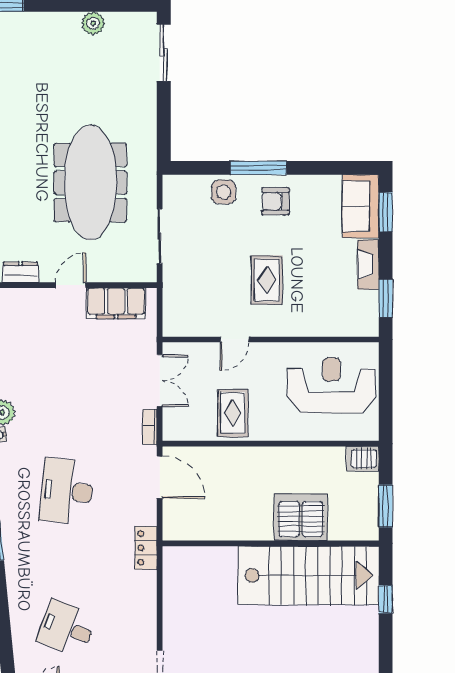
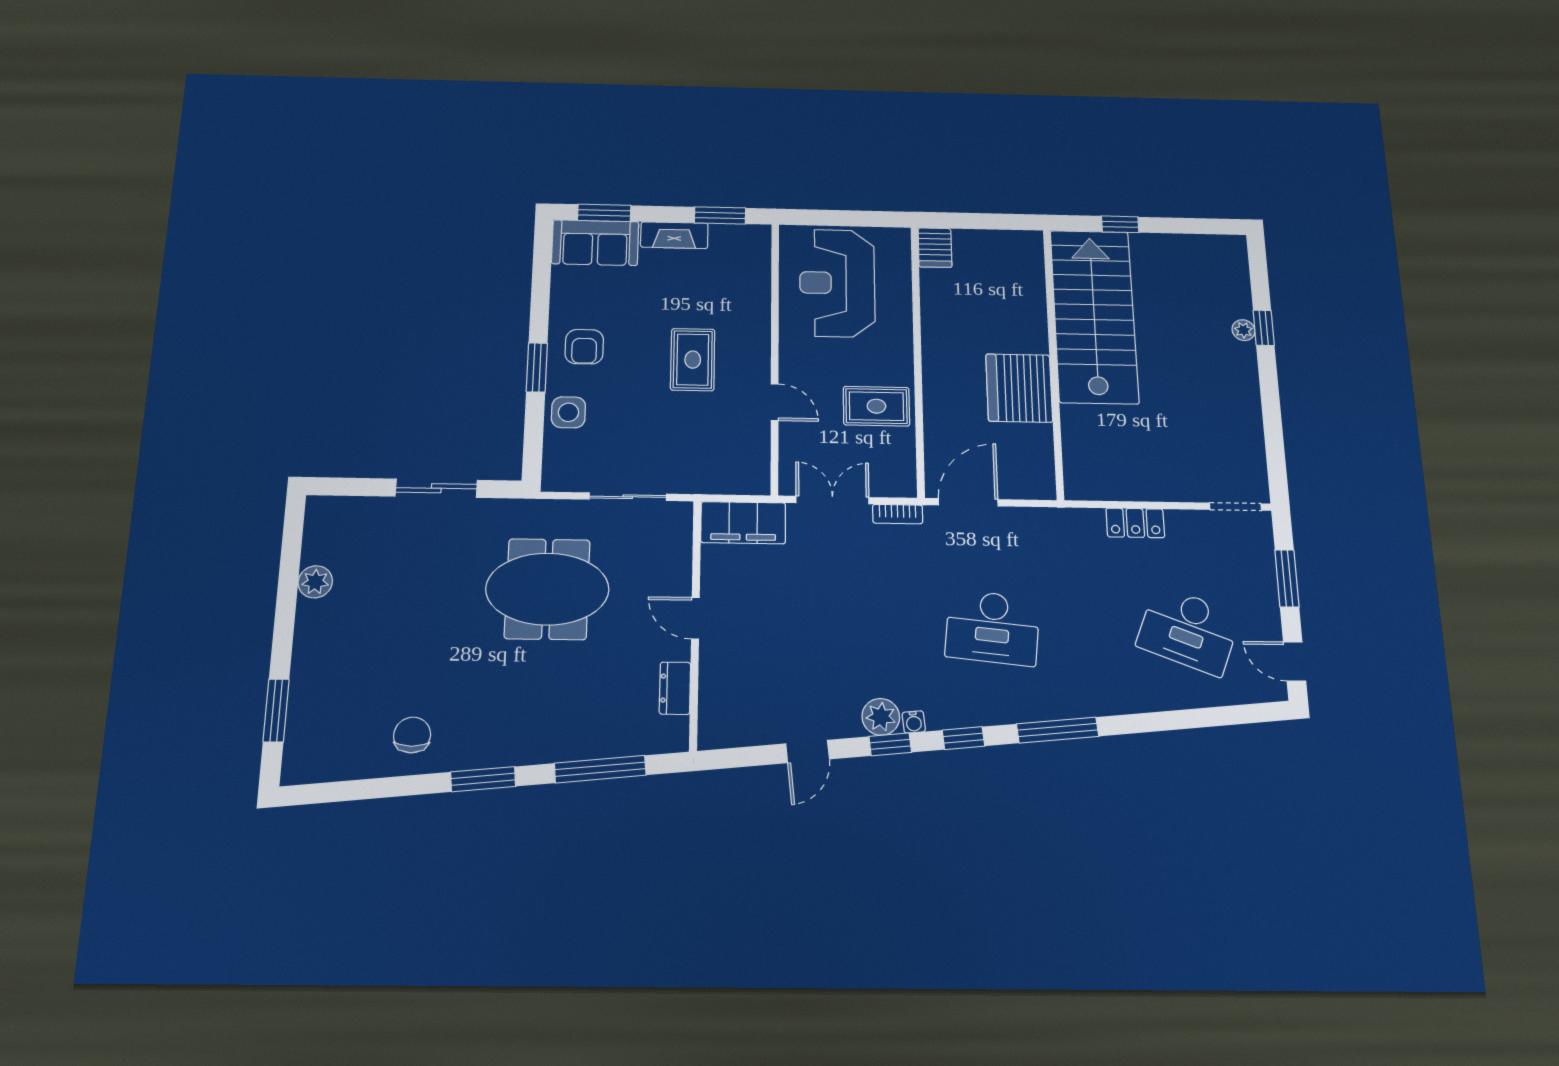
sliding door: (164, 53) -> (436, 488), moved
window: (258, 168) -> (537, 367), width x0.69
meeting table: (90, 183) -> (547, 589), width x0.73
rug: (267, 280) -> (693, 360), turned 90
filing cabinet: (116, 303) -> (743, 523), moved, turned 90
window: (386, 506) -> (997, 222), removed
server rack: (301, 517) -> (1019, 388), moved
locker: (146, 548) -> (1135, 523), moved
desk: (67, 628) -> (1188, 630), width x1.37

